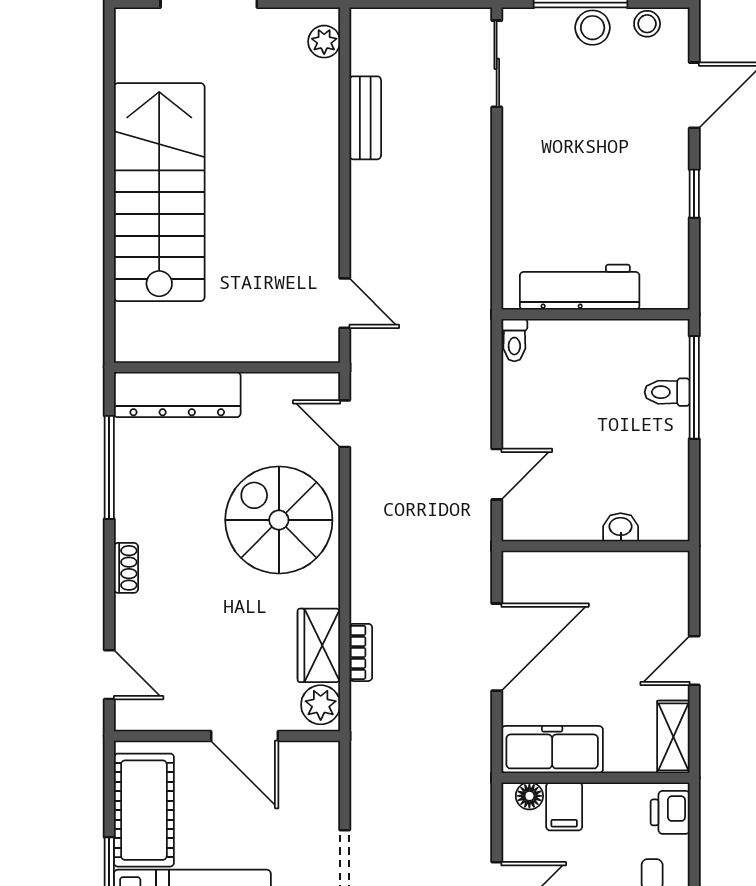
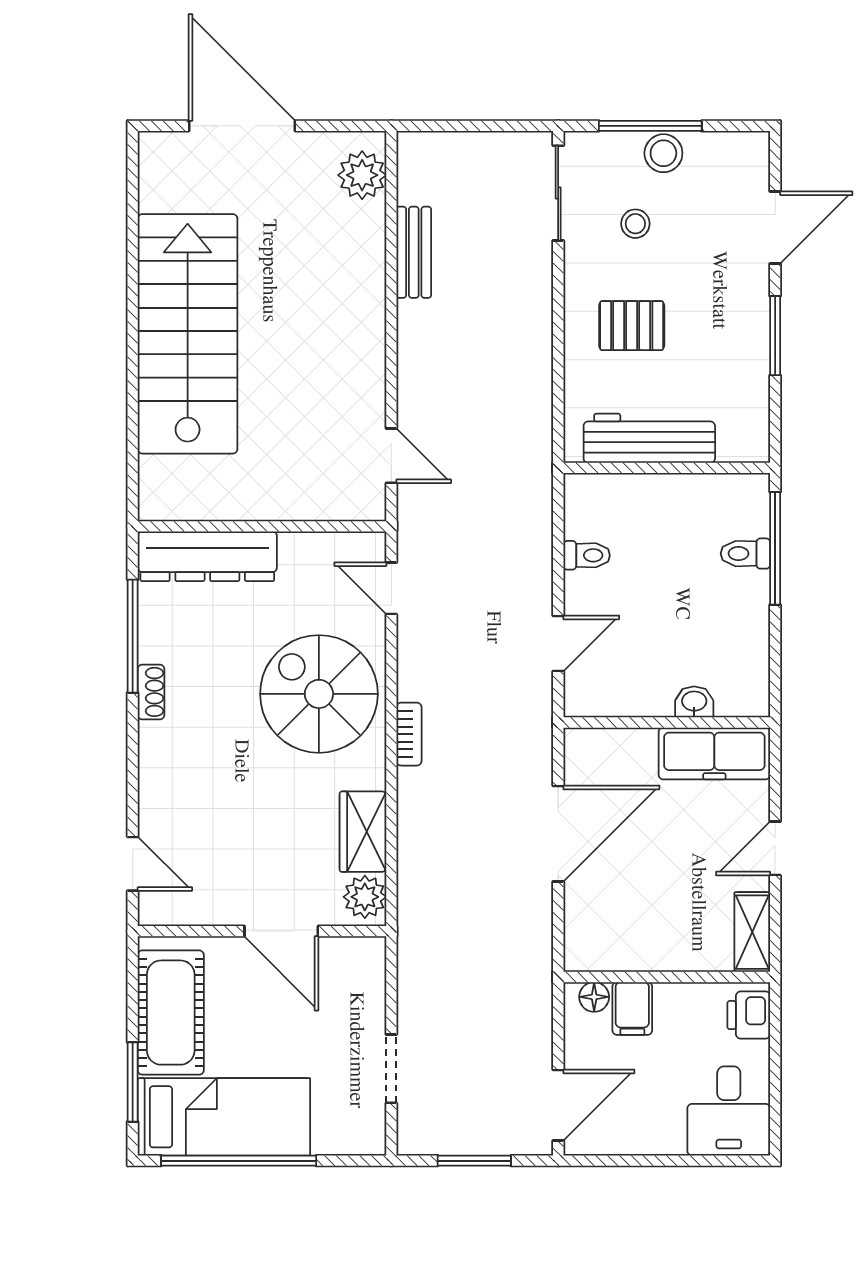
stool: (647, 24) -> (635, 224), moved
plant: (324, 42) -> (362, 175), width x1.38, depth x1.38
pallet: (564, 185) -> (632, 326), added
window: (694, 194) -> (775, 336), width x1.50
toilet: (514, 340) -> (587, 555), moved, turned -90
shoe rack: (126, 568) -> (151, 692), moved
bookcase: (361, 652) -> (409, 734), moved
freezer: (552, 750) -> (714, 753), moved, turned 180

